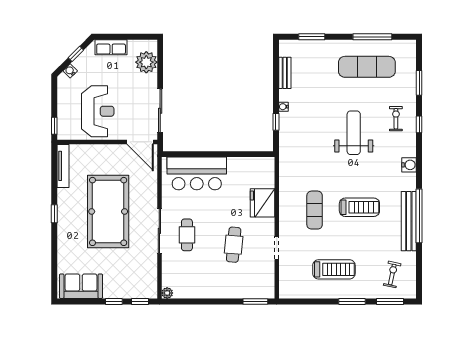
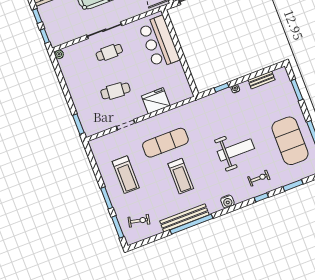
exercise mat: (367, 67) -> (290, 141), width x1.47
exercise mat: (315, 210) -> (165, 143), width x1.36, depth x1.45

